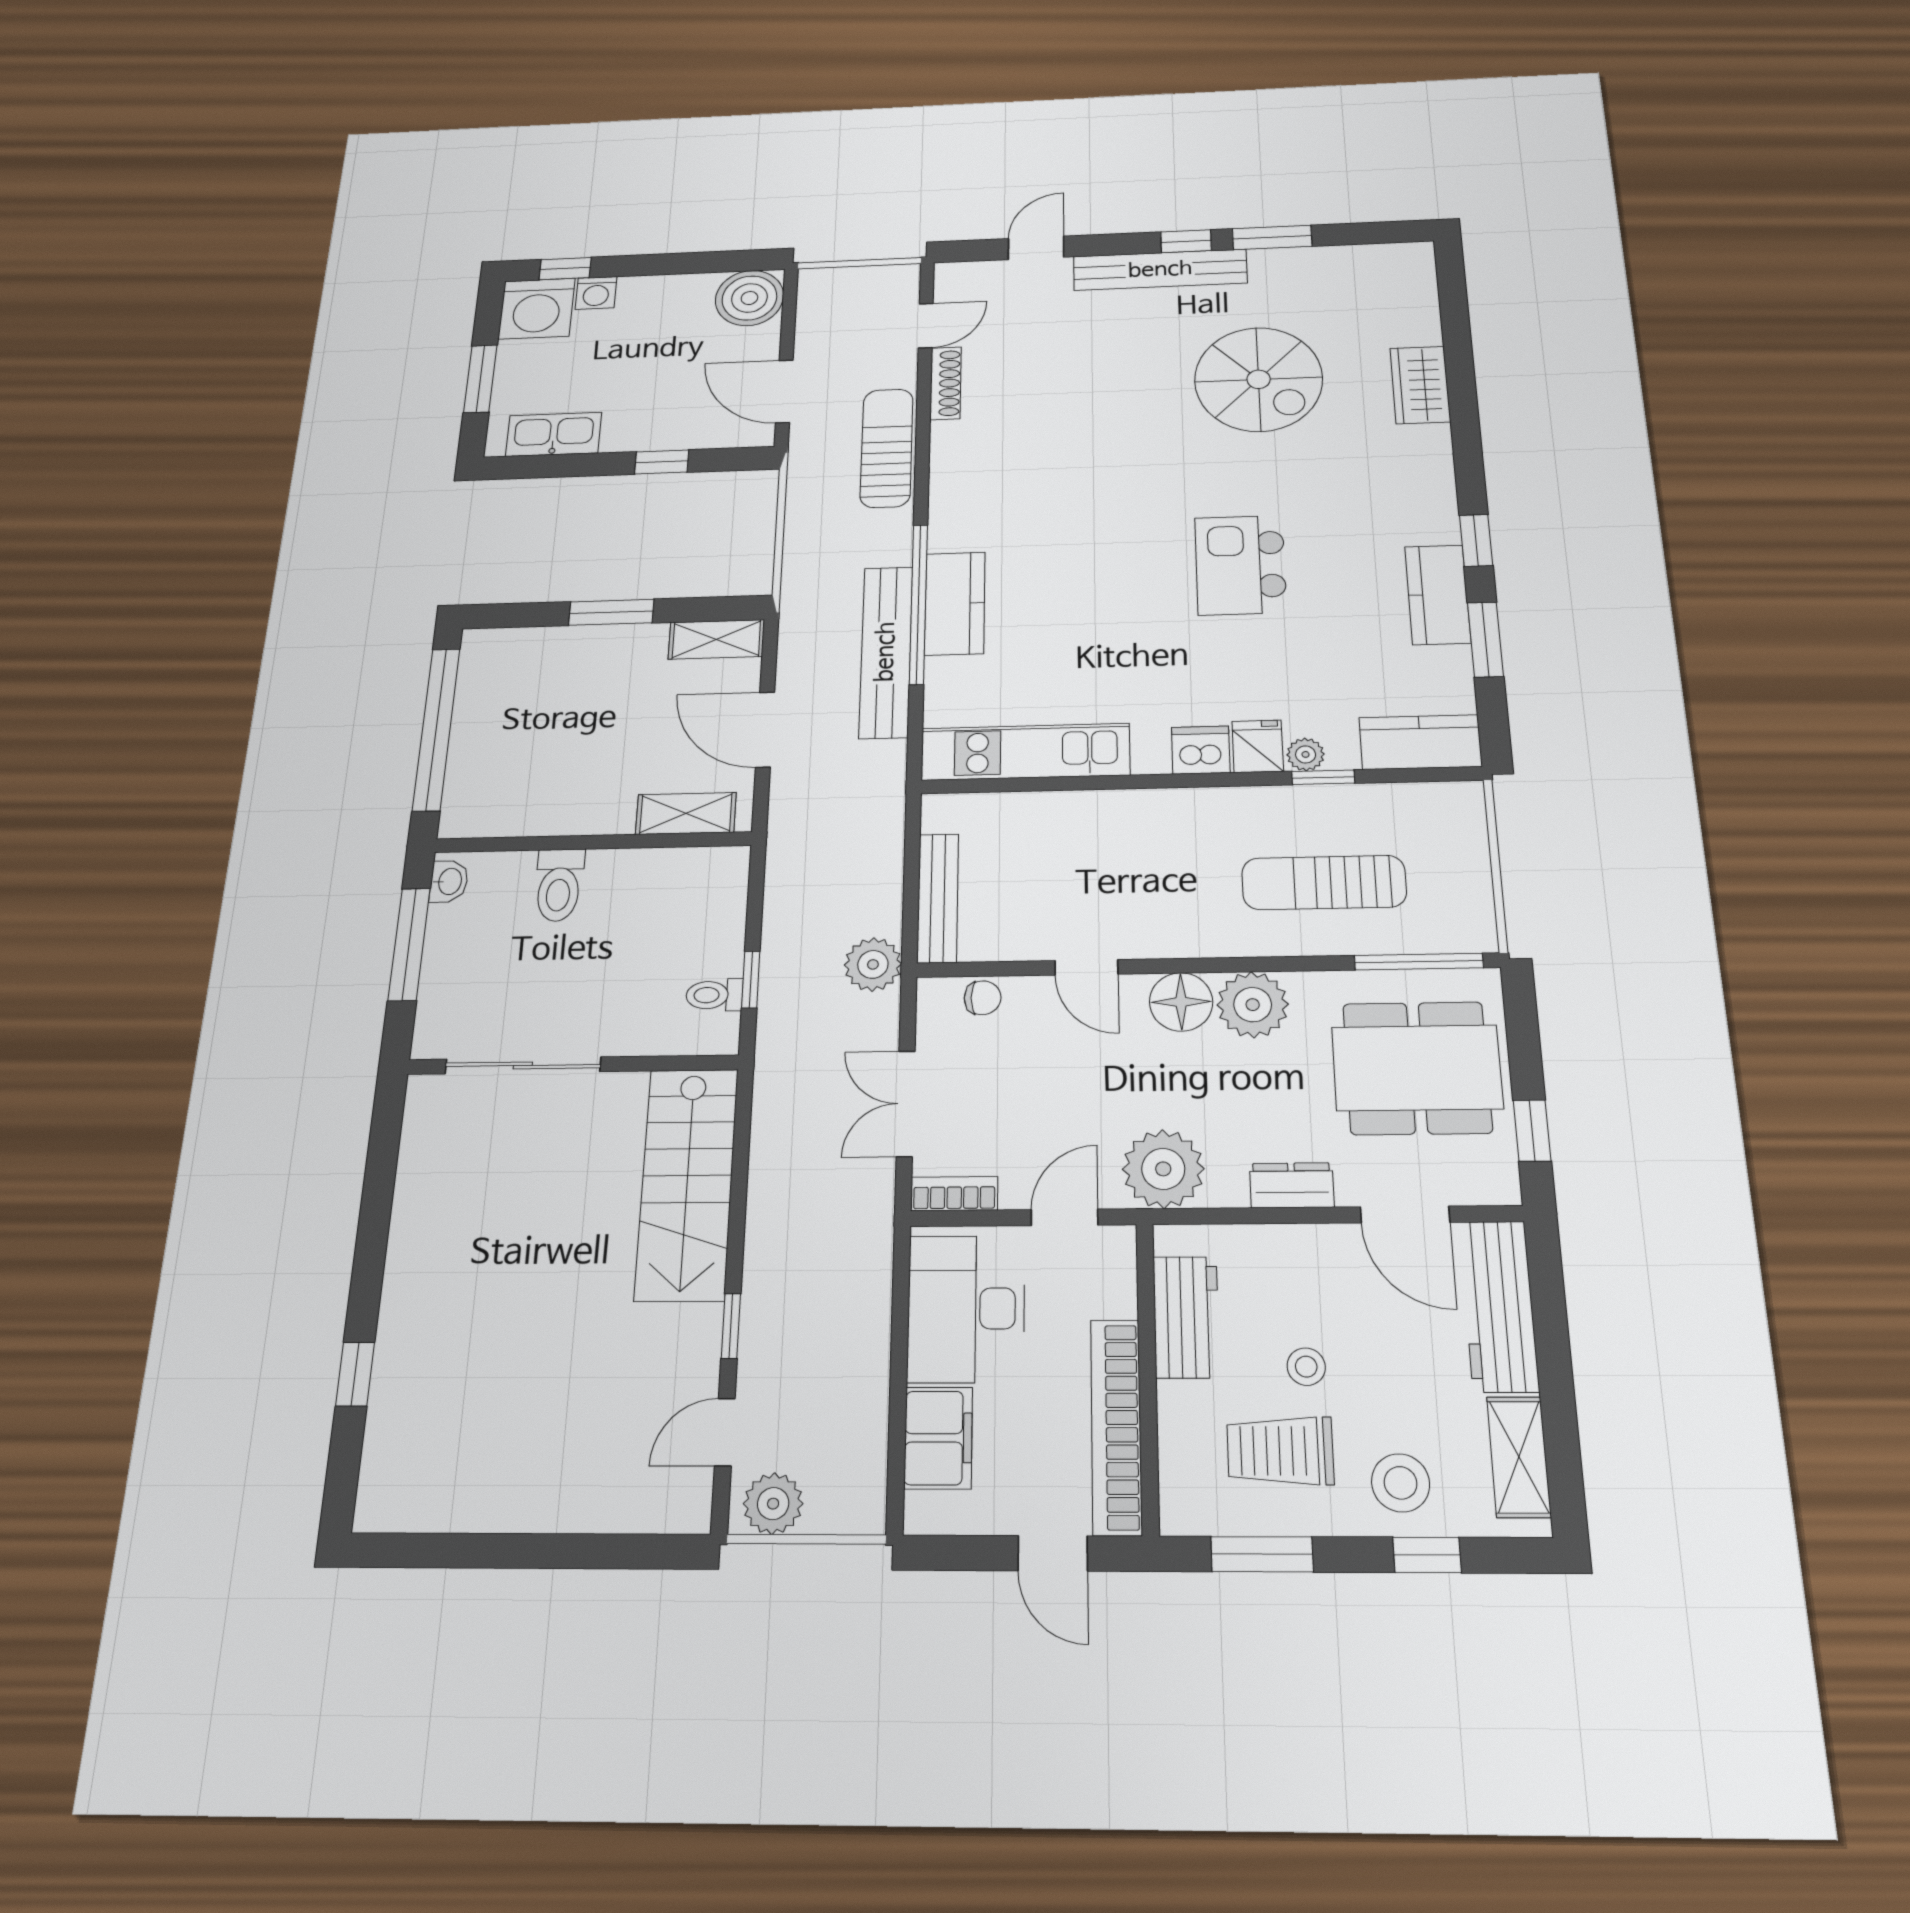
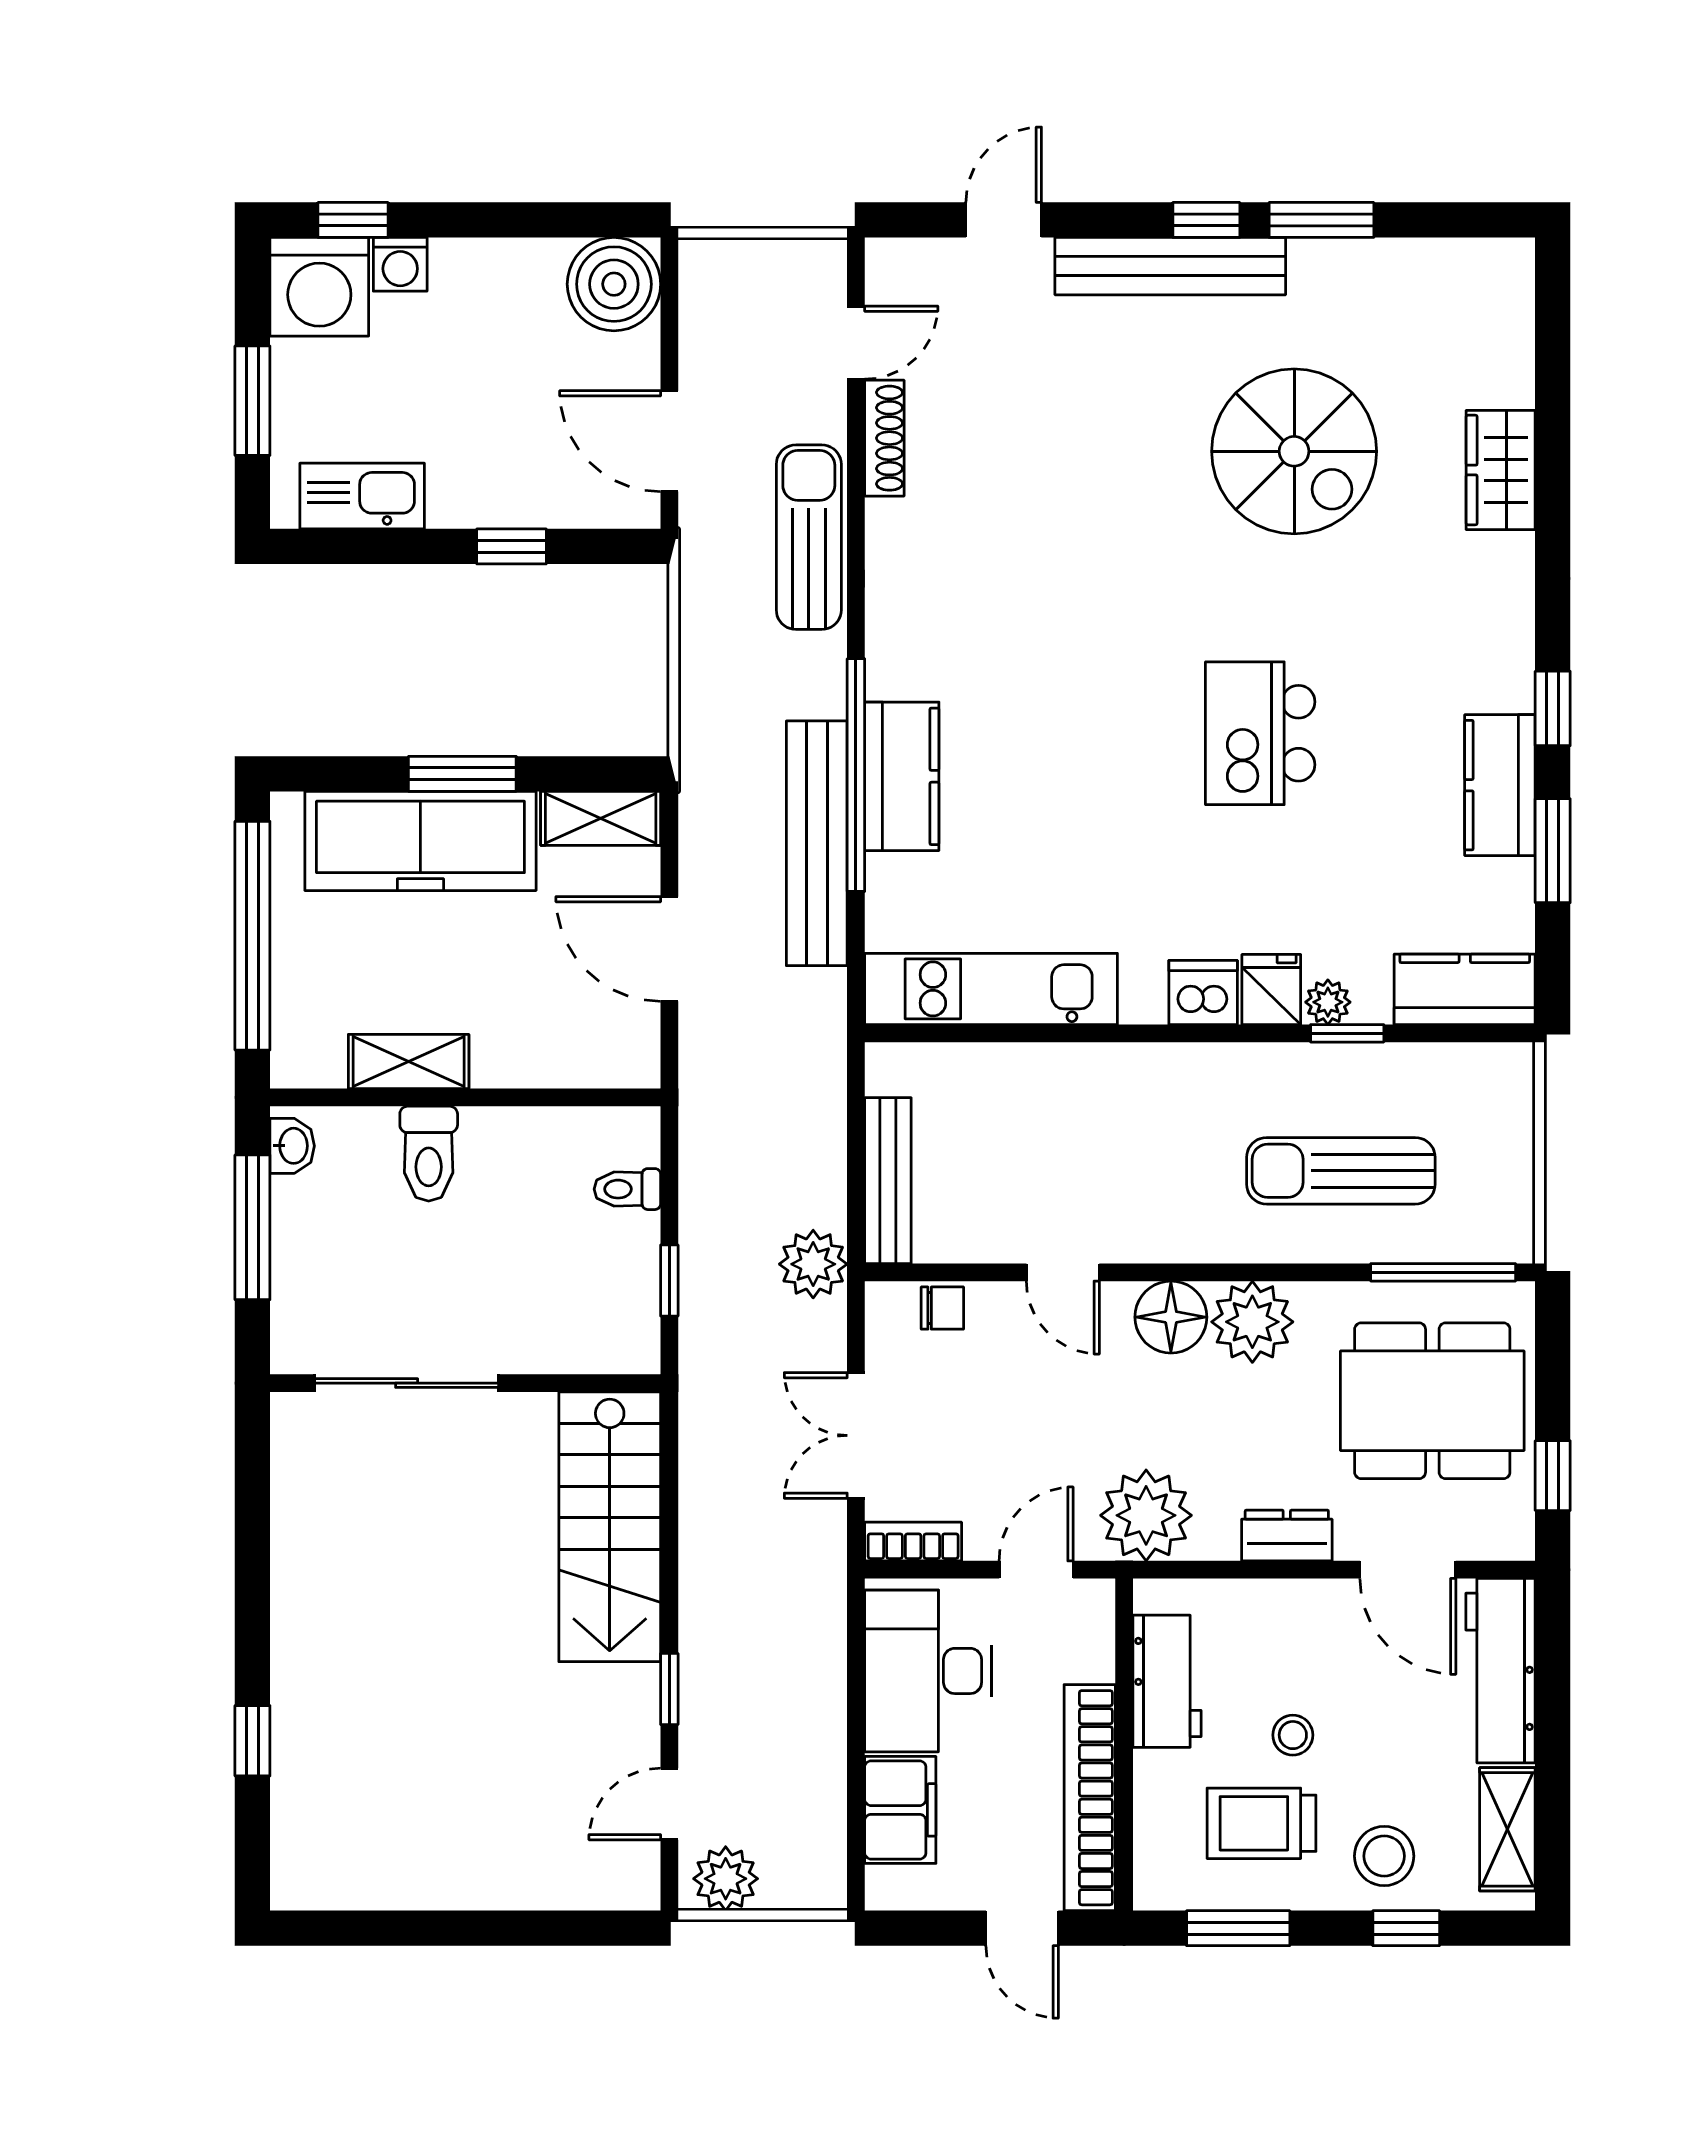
freezer: (574, 659) -> (420, 841), added
shelving: (686, 813) -> (409, 1062), moved
toilet: (714, 995) -> (627, 1189), moved

